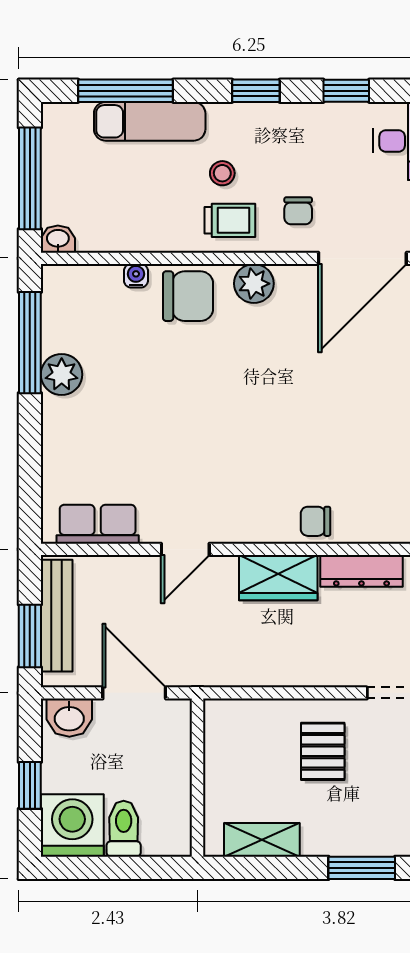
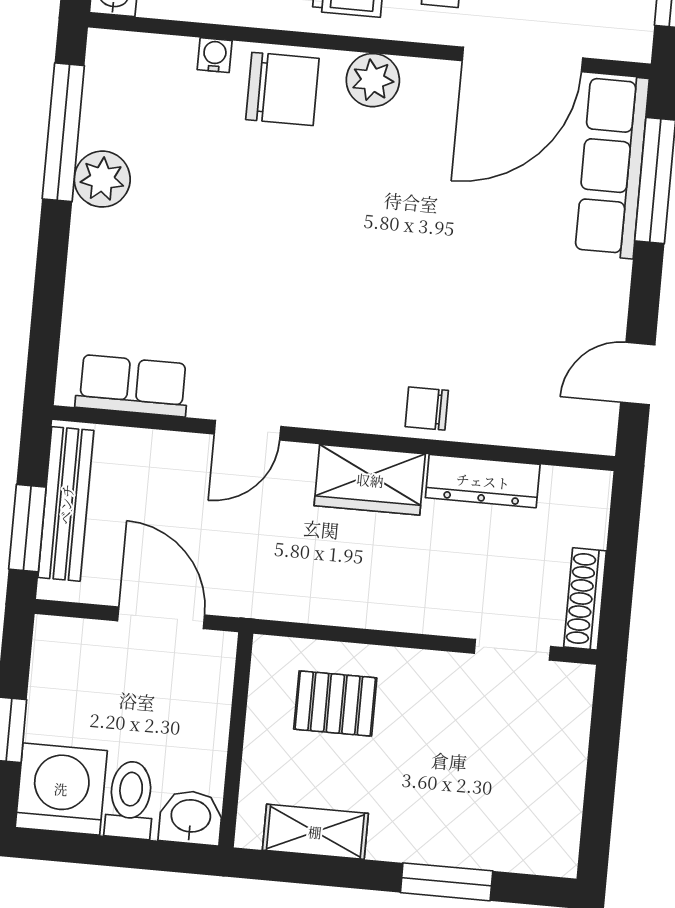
washbasin: (69, 718) -> (191, 817), moved, turned 180
pallet: (323, 751) -> (335, 704), moved, turned 90

